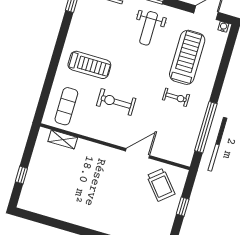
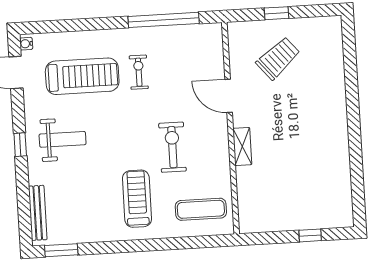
treadmill: (187, 57) -> (82, 76), turned 180
exercise bike: (116, 102) -> (172, 147), turned 180
shelving: (63, 139) -> (242, 147), moved
trolley: (161, 185) -> (278, 58), moved

